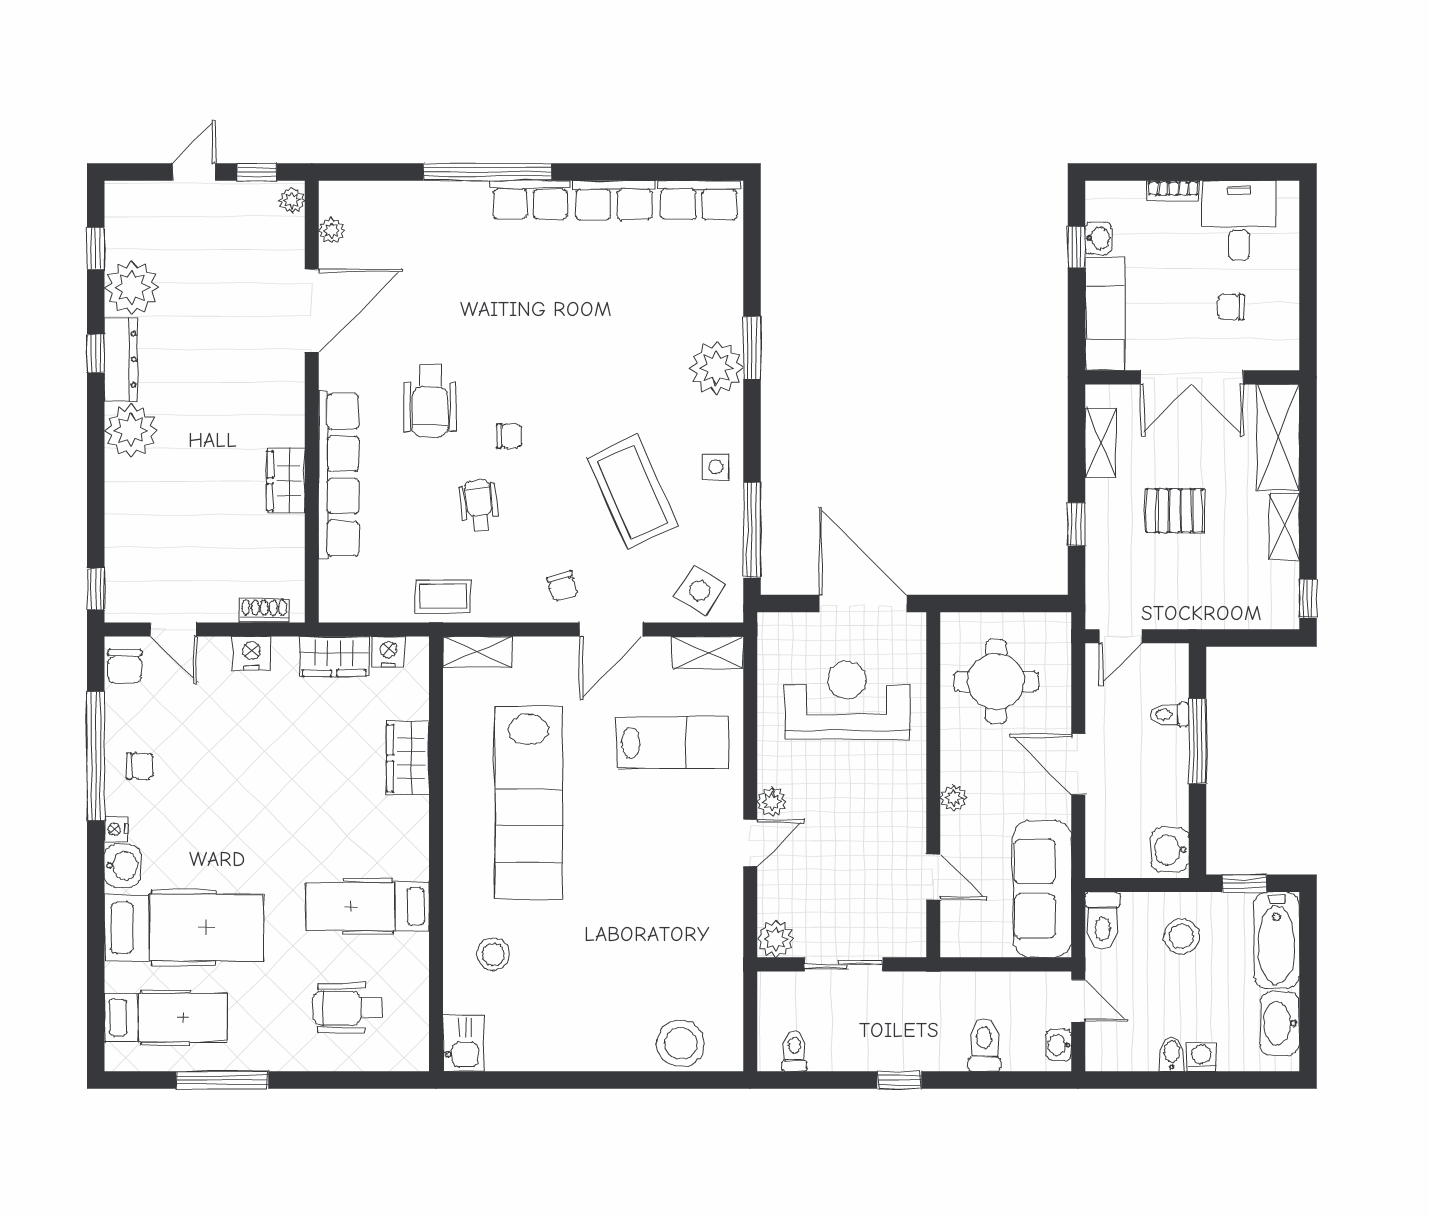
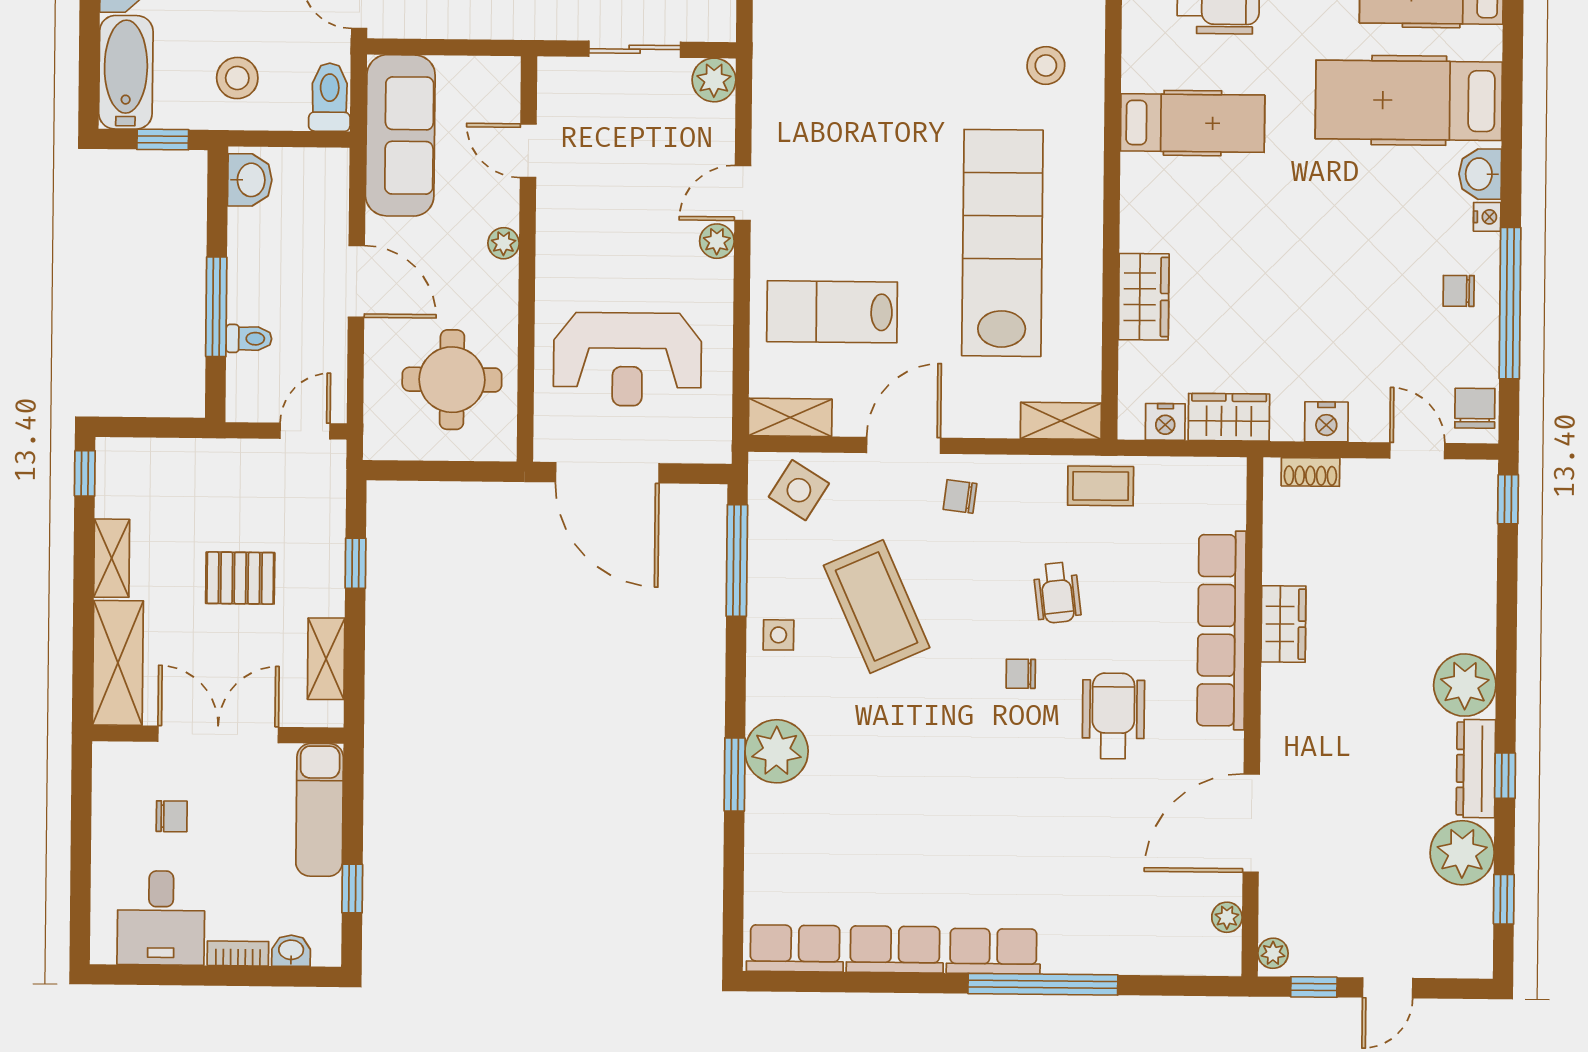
washbasin: (1098, 238) -> (291, 951), moved, turned 90
chair: (563, 587) -> (960, 496), turned -66

